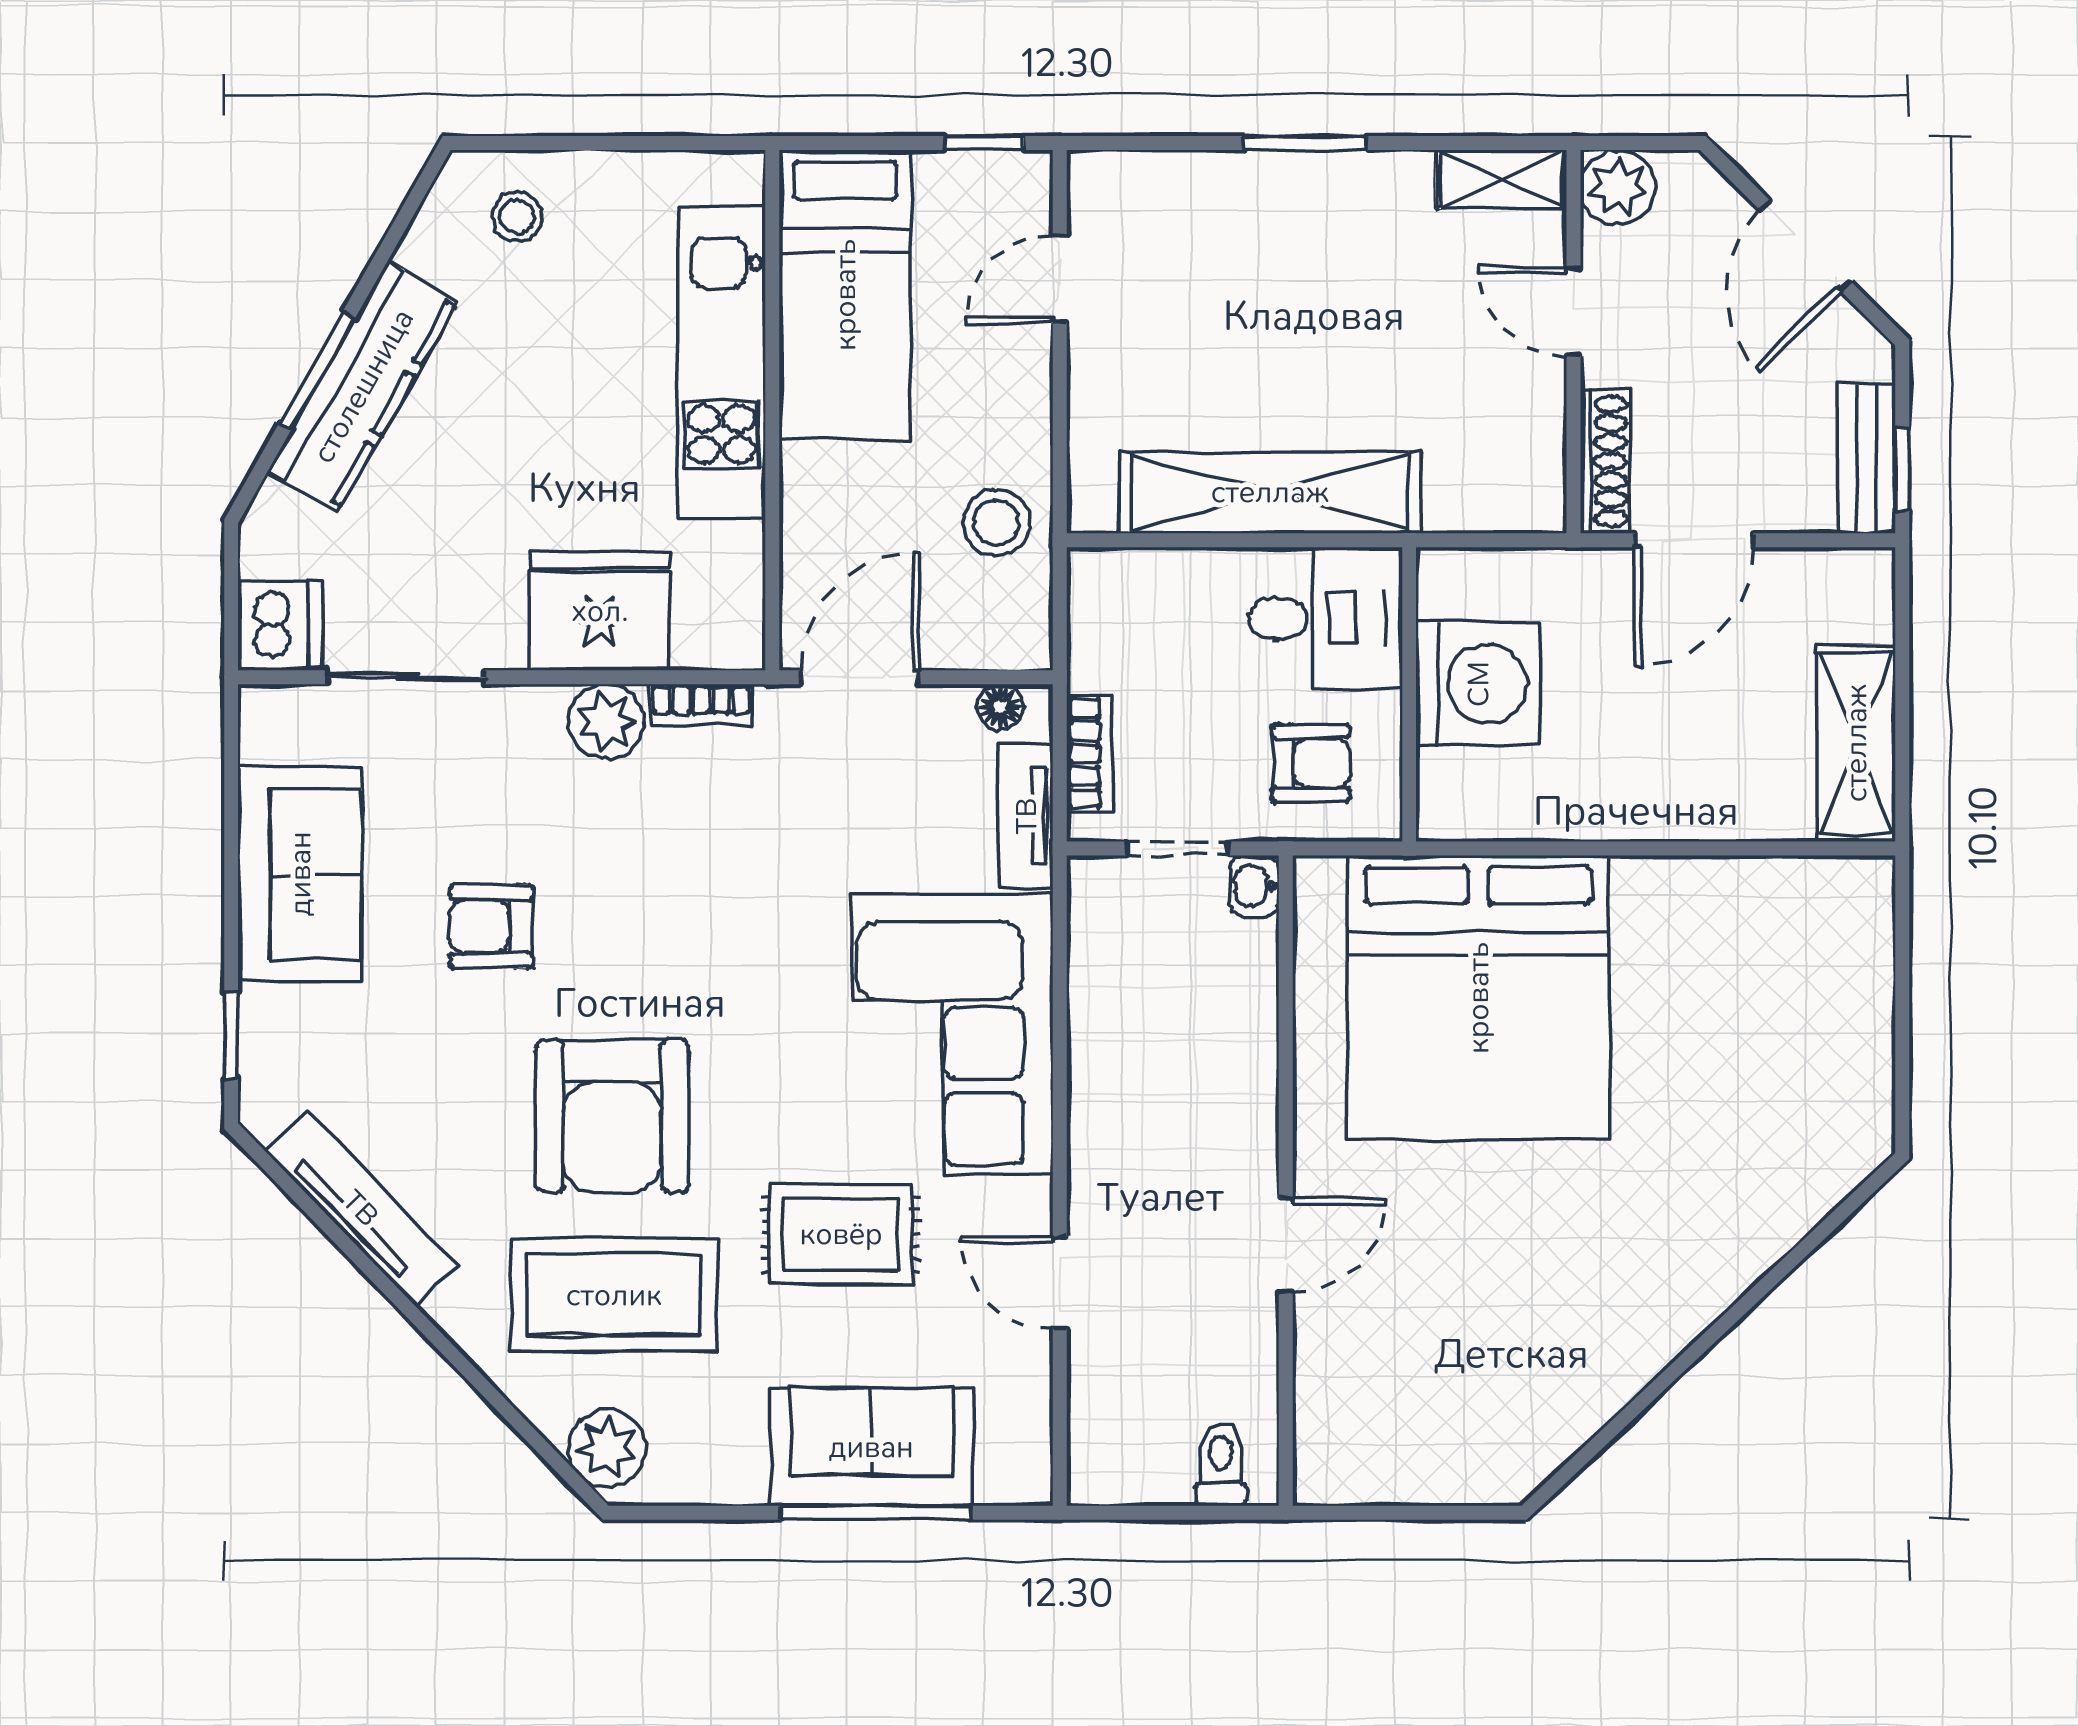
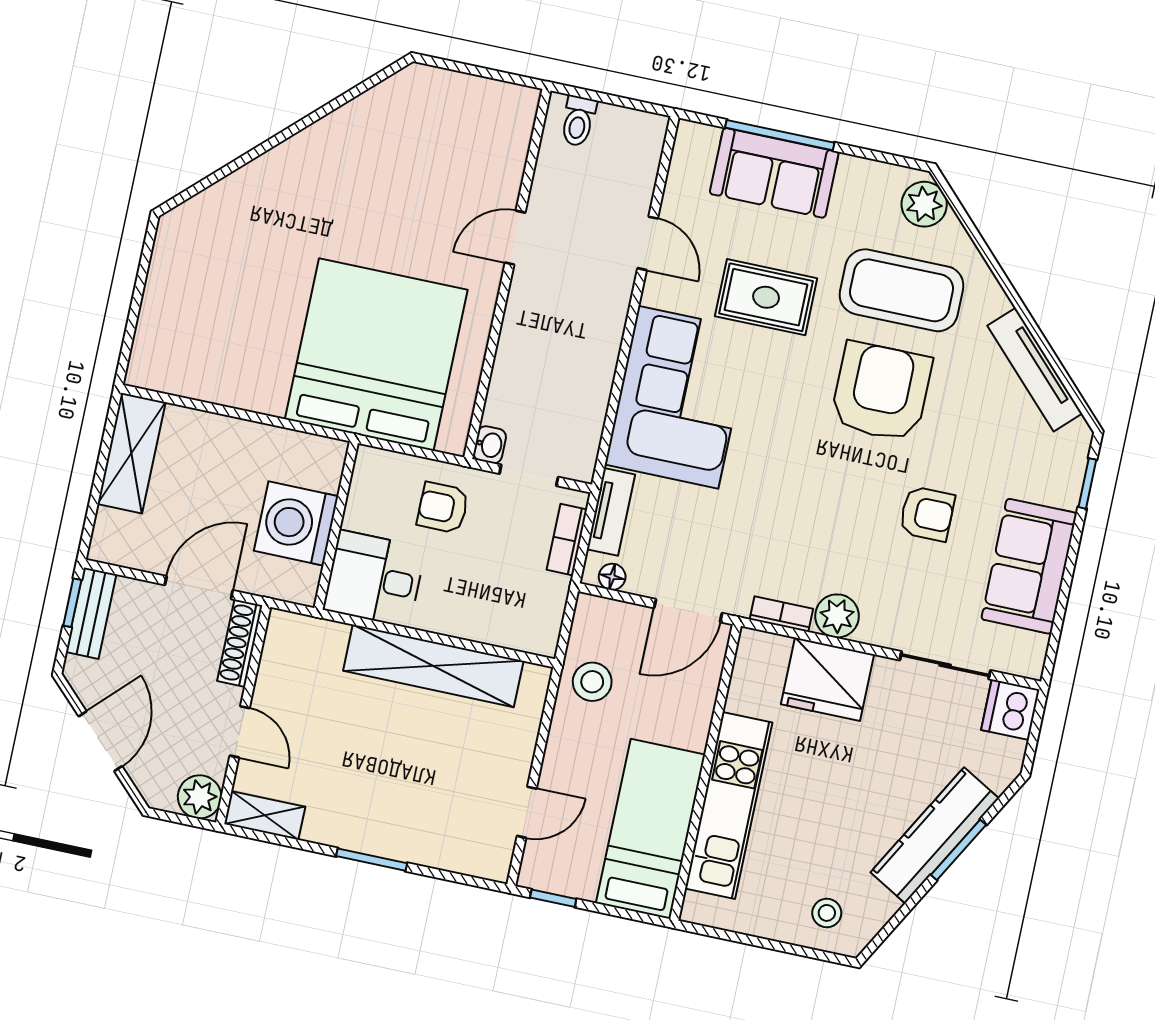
desk: (1325, 618) -> (374, 579), moved
washing machine: (1478, 684) -> (296, 523), moved
wall: (1409, 694) -> (336, 526), moved

